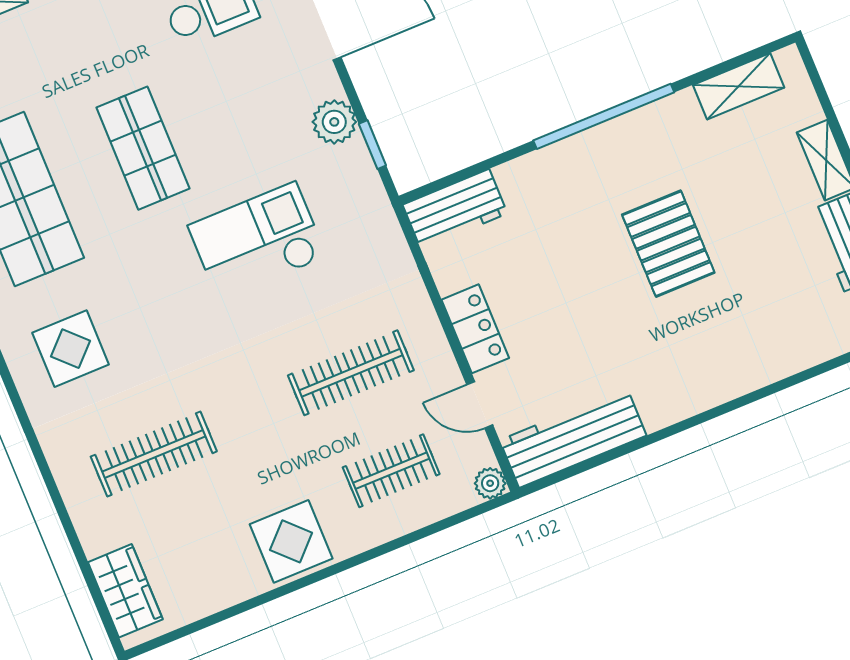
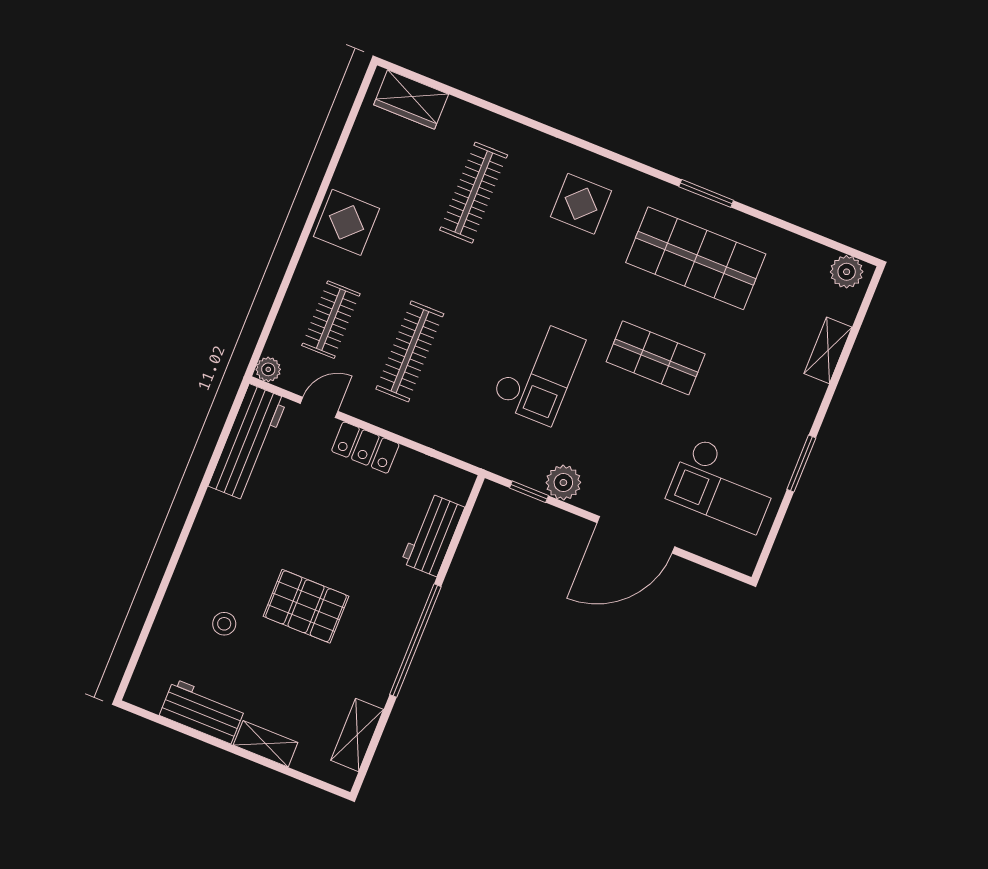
workbench: (455, 209) -> (433, 535), moved
stool: (755, 301) -> (224, 624), added

